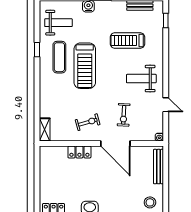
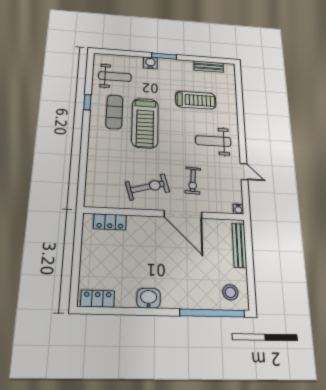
window: (166, 20) -> (239, 83), removed
treadmill: (127, 41) -> (196, 100), turned 180
exercise bike: (88, 122) -> (147, 187), width x1.38, depth x1.39
shelving: (45, 130) -> (91, 193), removed
locker: (79, 152) -> (110, 222), moved

